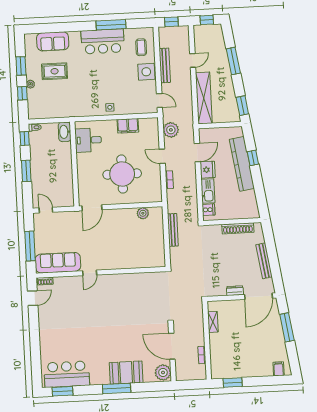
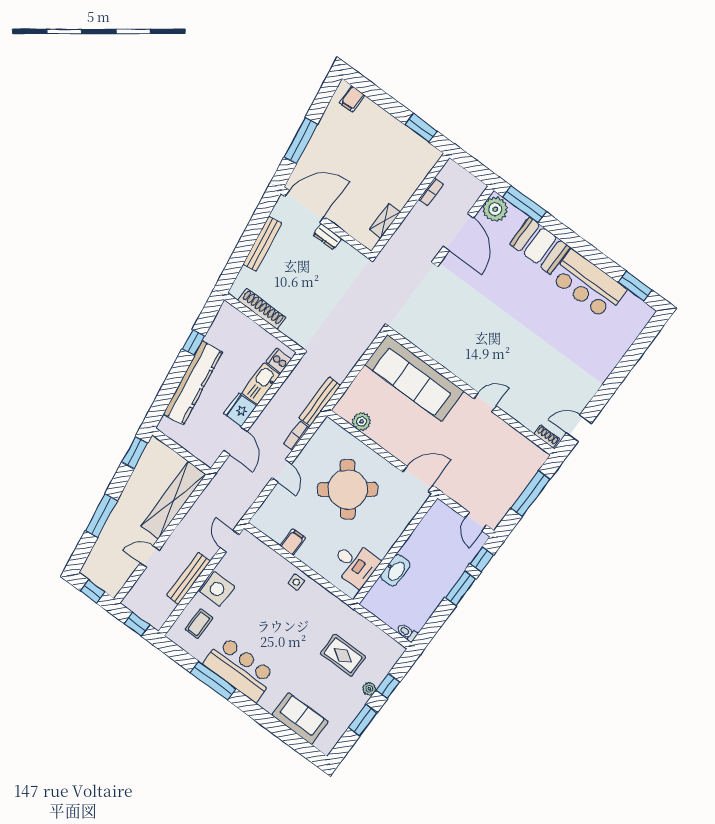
rug: (55, 71) -> (343, 655), moved
filing cabinet: (128, 126) -> (293, 542), width x0.50
plant: (171, 130) -> (245, 494), removed
washbasin: (65, 132) -> (395, 570), moved
window: (25, 138) -> (482, 559), moved
door: (197, 152) -> (235, 441), swing flipped
window: (253, 158) -> (193, 342), moved
round table: (122, 174) -> (348, 489), turned -37
bench: (173, 230) -> (320, 402), moved
sofa: (58, 263) -> (414, 378), moved, width x1.36, depth x1.27
bar counter: (67, 374) -> (588, 284), moved
window: (117, 388) -> (524, 204), moved

